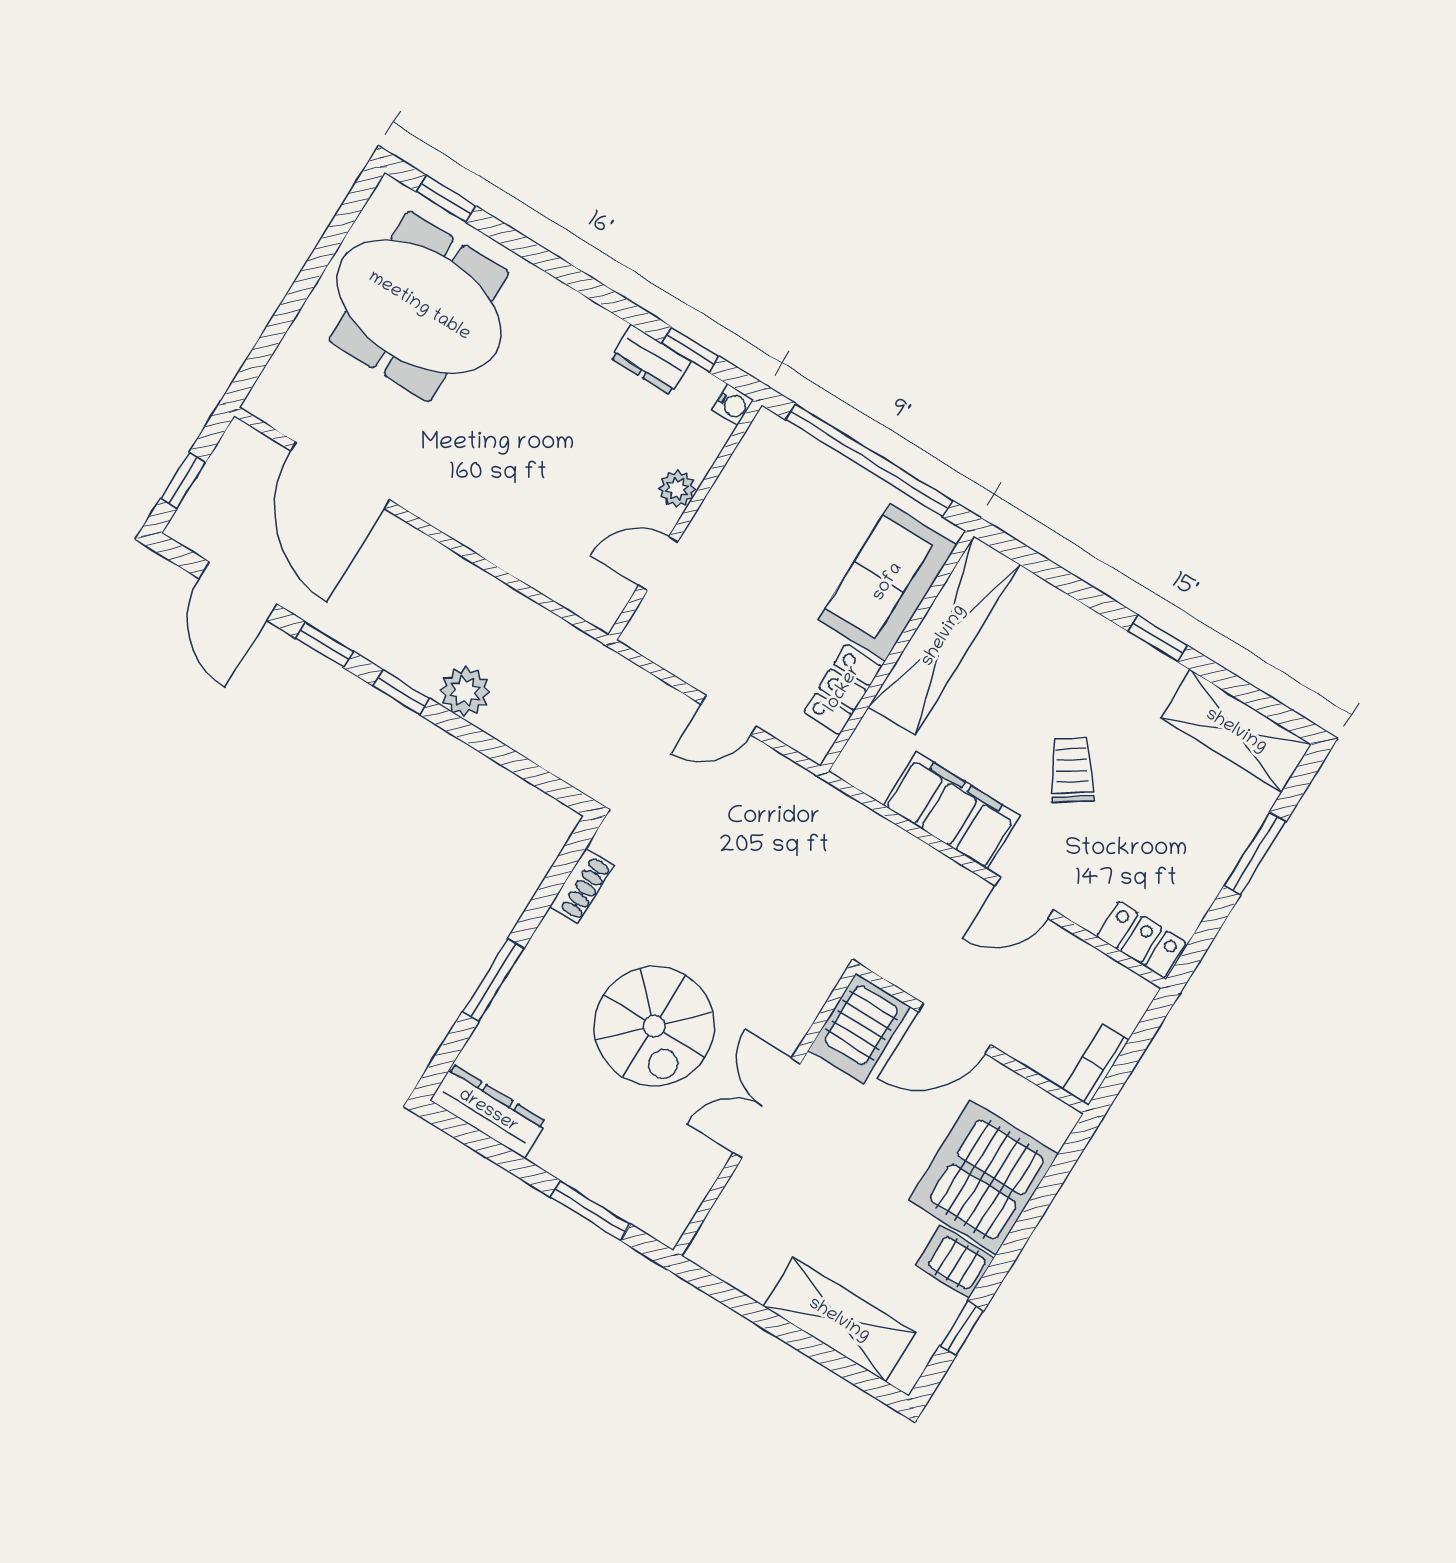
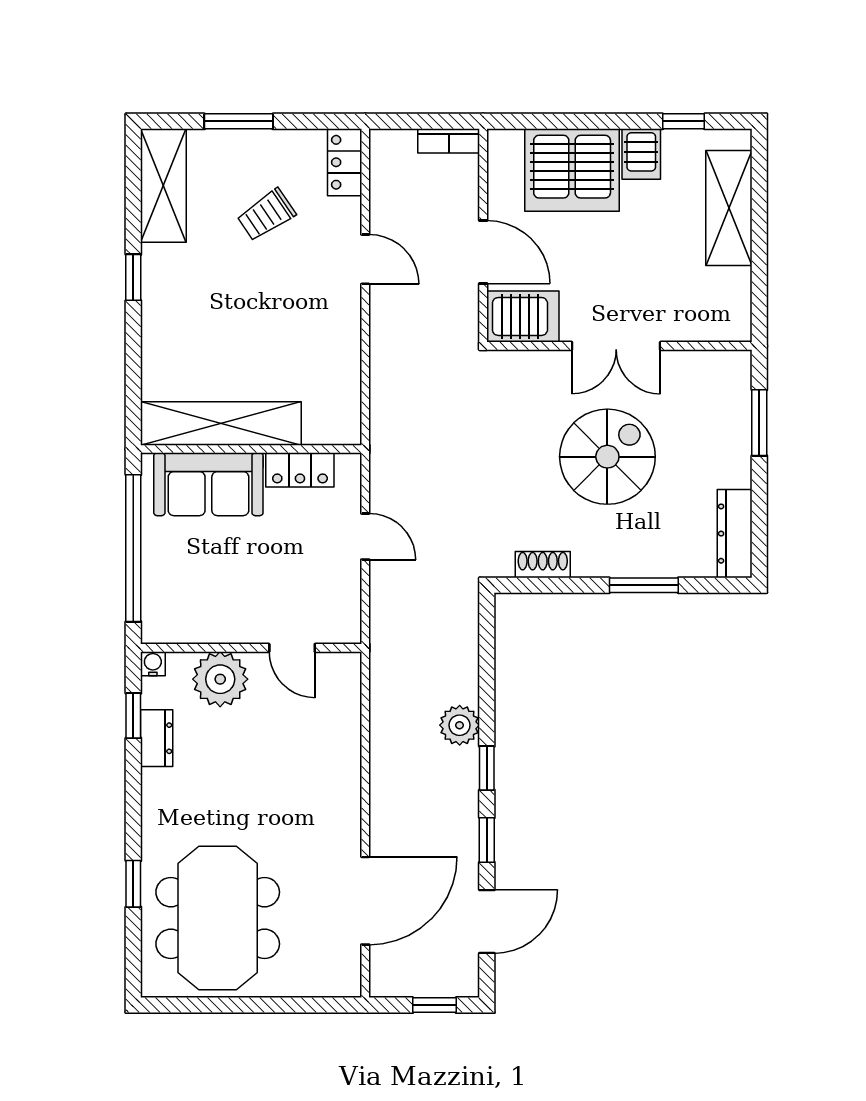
window: (446, 199) -> (133, 884), moved
plant: (677, 489) -> (220, 679), width x1.88, depth x1.88
trolley: (1072, 770) -> (266, 215), moved
filing cabinet: (952, 810) -> (336, 345), removed

